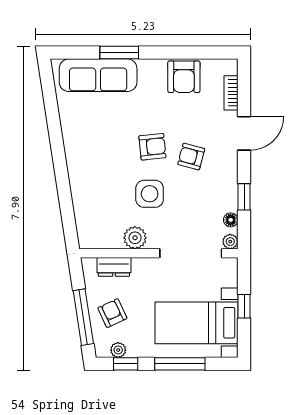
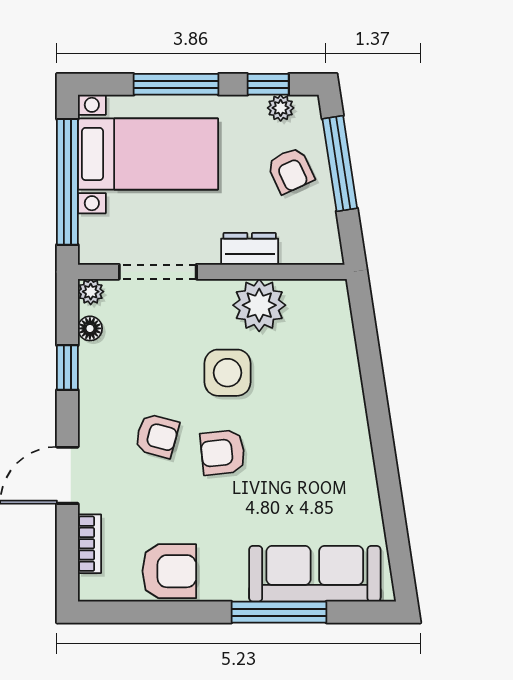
window: (119, 53) -> (279, 612), width x1.44
armchair: (184, 77) -> (169, 571), turned 90
plant: (135, 238) -> (259, 305), width x1.36, depth x1.36
doorway: (191, 253) -> (158, 272), width x0.73
dresser: (114, 267) -> (250, 249), moved
window: (244, 306) -> (67, 182), width x3.17

